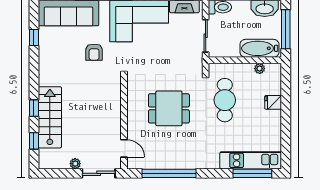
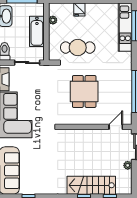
bathtub: (259, 48) -> (37, 31), moved
armchair: (94, 52) -> (40, 150), removed

